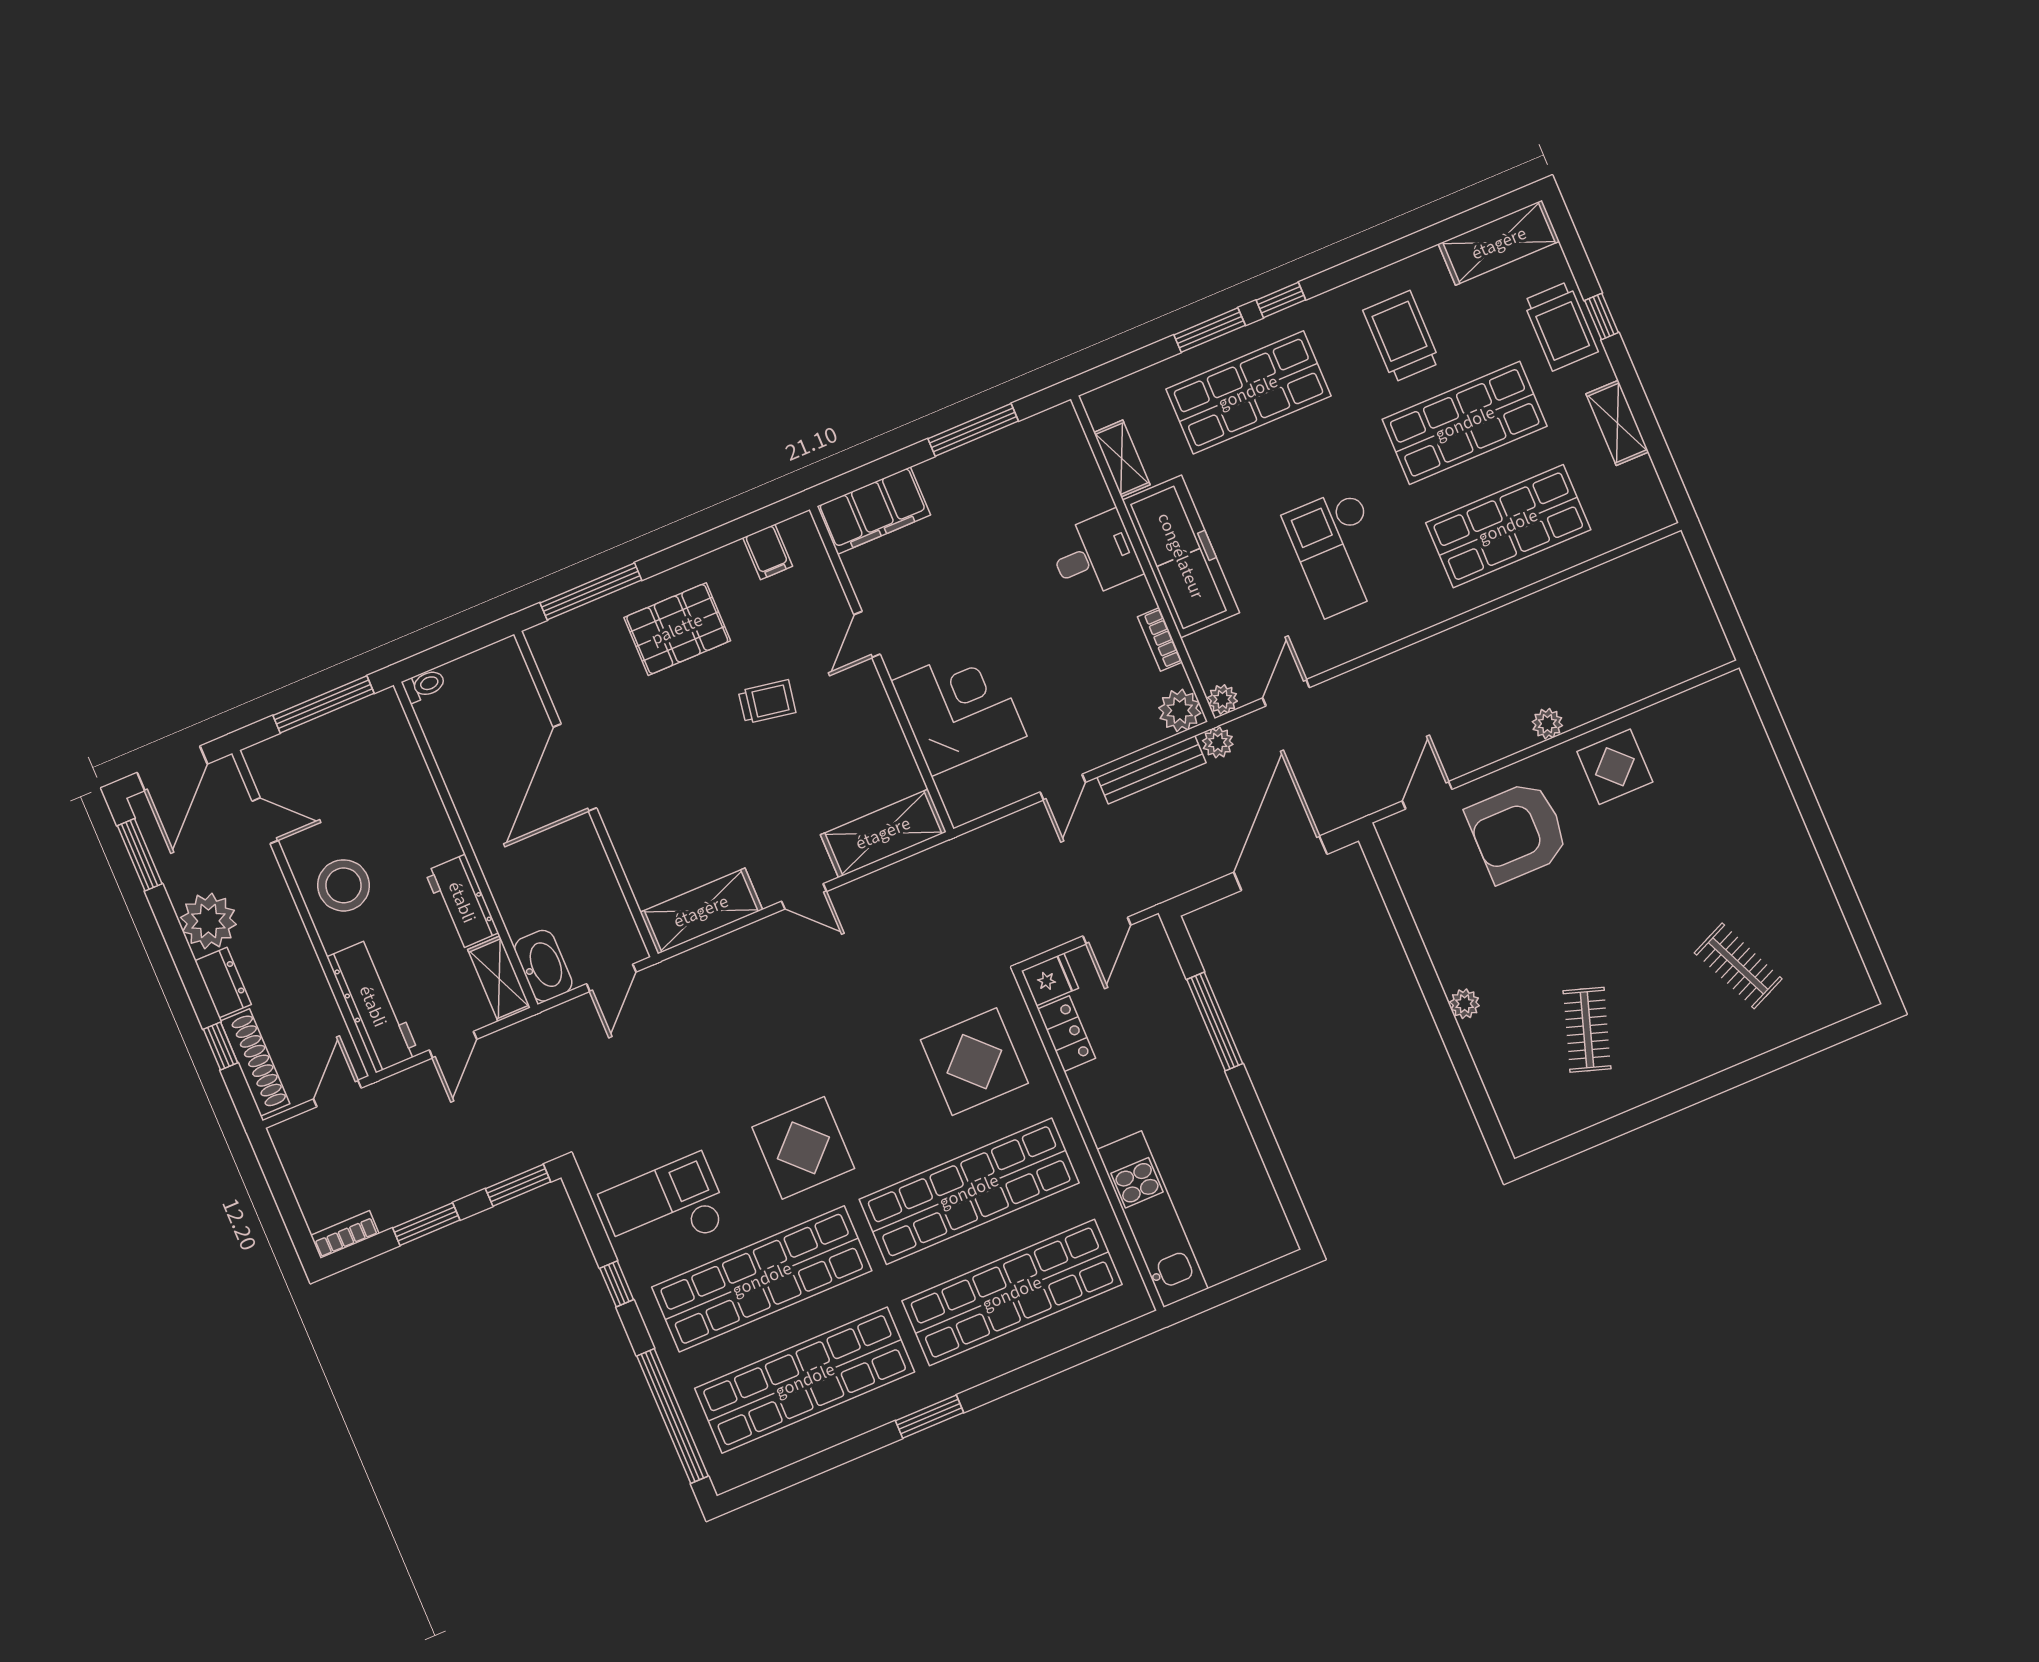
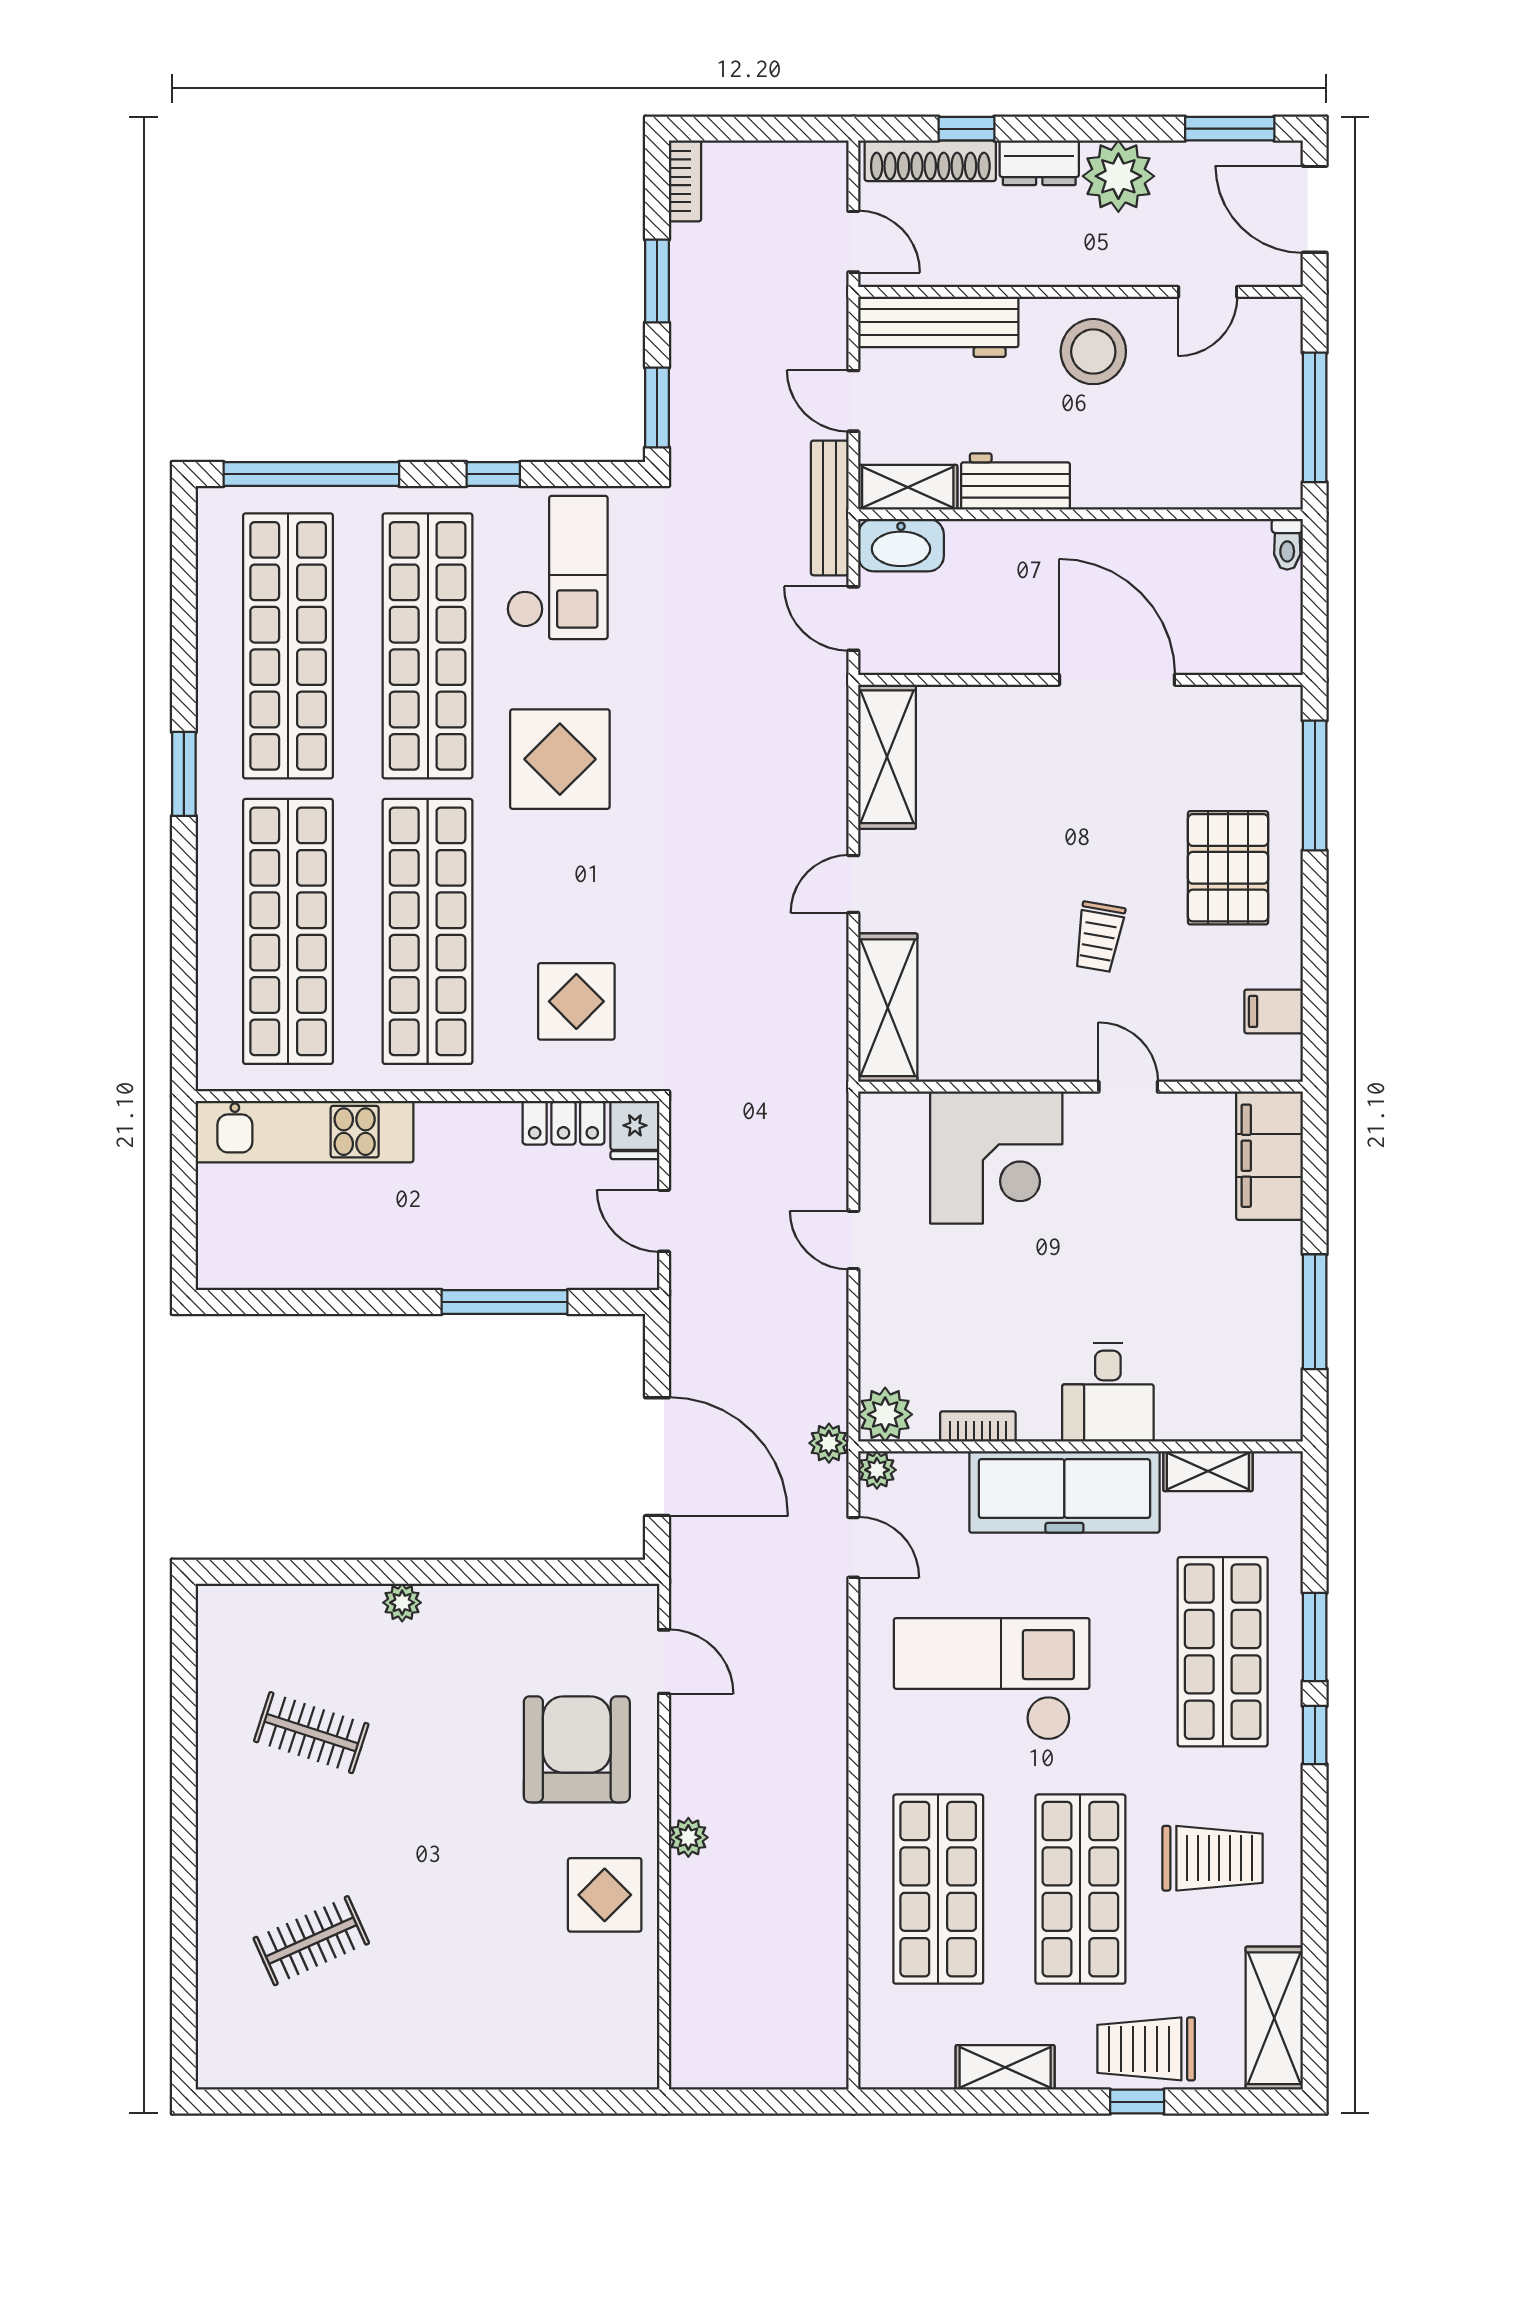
checkout: (1339, 552) -> (992, 1679), width x1.36, depth x1.21
bench: (1151, 770) -> (830, 508), moved
display table: (974, 1062) -> (576, 1001), width x0.73, depth x0.73

